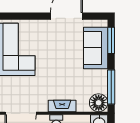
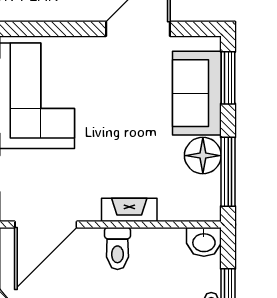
floor lamp: (99, 103) -> (203, 156), moved

